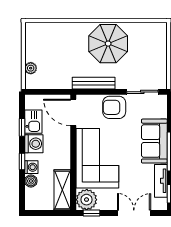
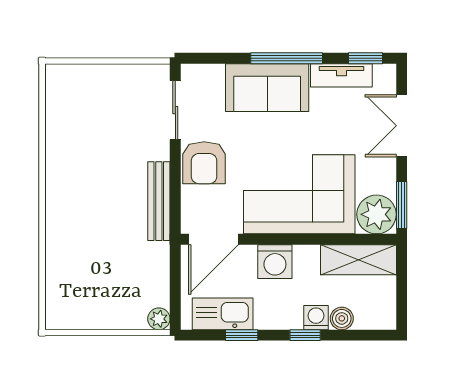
parasol: (108, 44) -> (85, 174), removed
plant: (31, 68) -> (159, 319), moved
kitchen sink: (33, 122) -> (223, 314), width x1.38
washing machine: (34, 144) -> (275, 262), moved, turned 180
window: (92, 213) -> (402, 205), width x1.50

